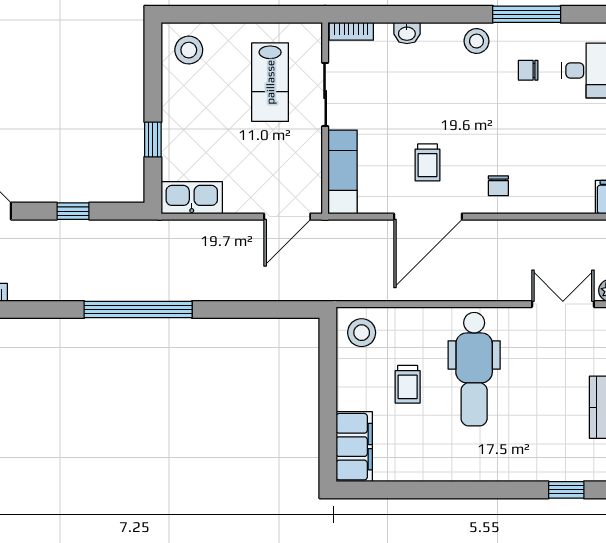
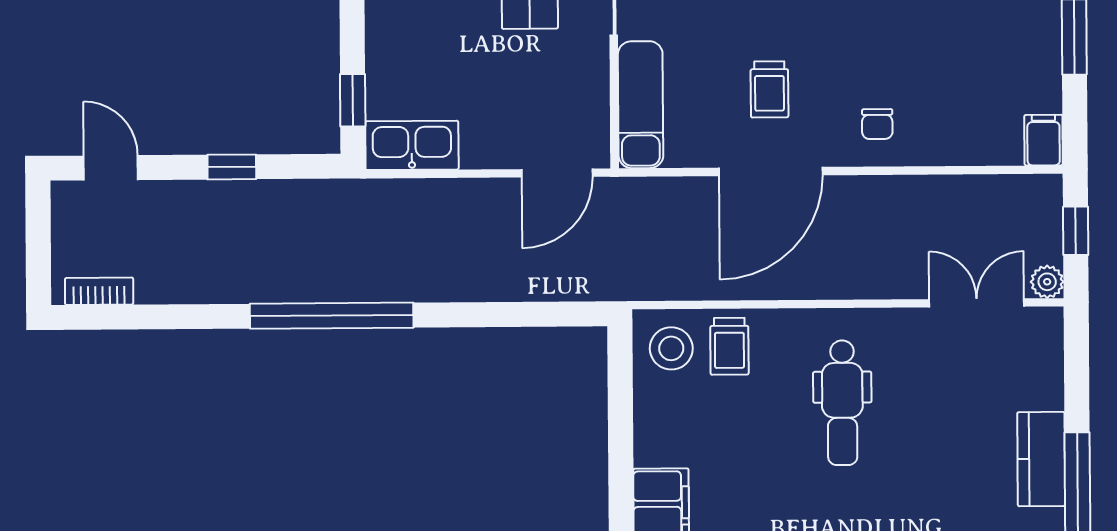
window: (153, 139) -> (353, 100), moved
dental chair: (474, 369) -> (842, 403), width x0.73, depth x0.72
trolley: (408, 384) -> (729, 346), moved

